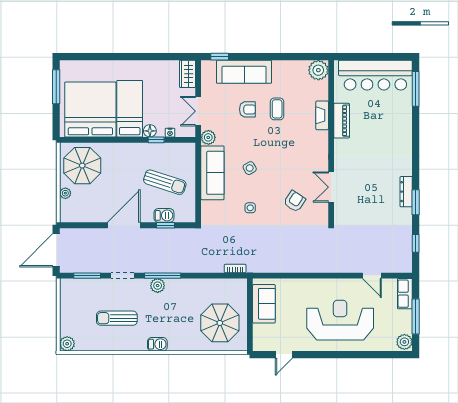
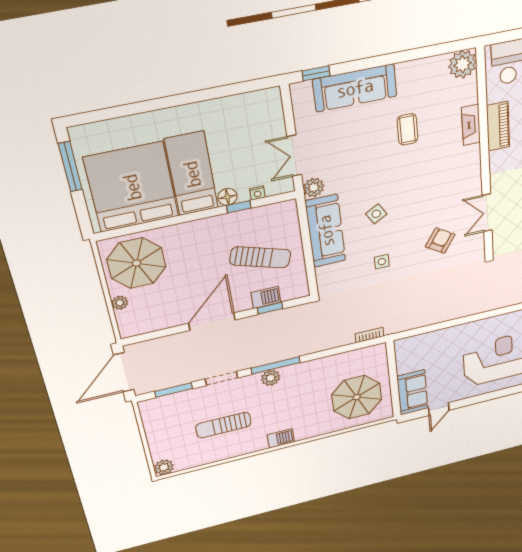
wardrobe: (187, 74) -> (271, 108), removed
armchair: (247, 109) -> (365, 139), removed
sofa: (264, 304) -> (413, 392), moved

